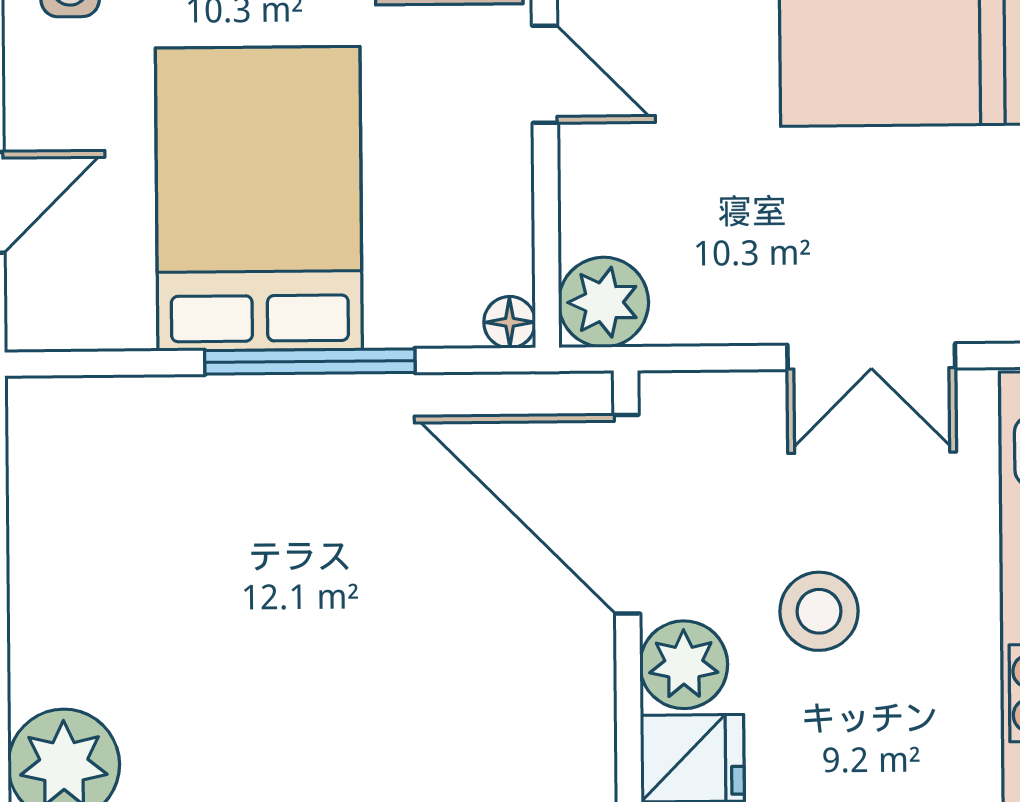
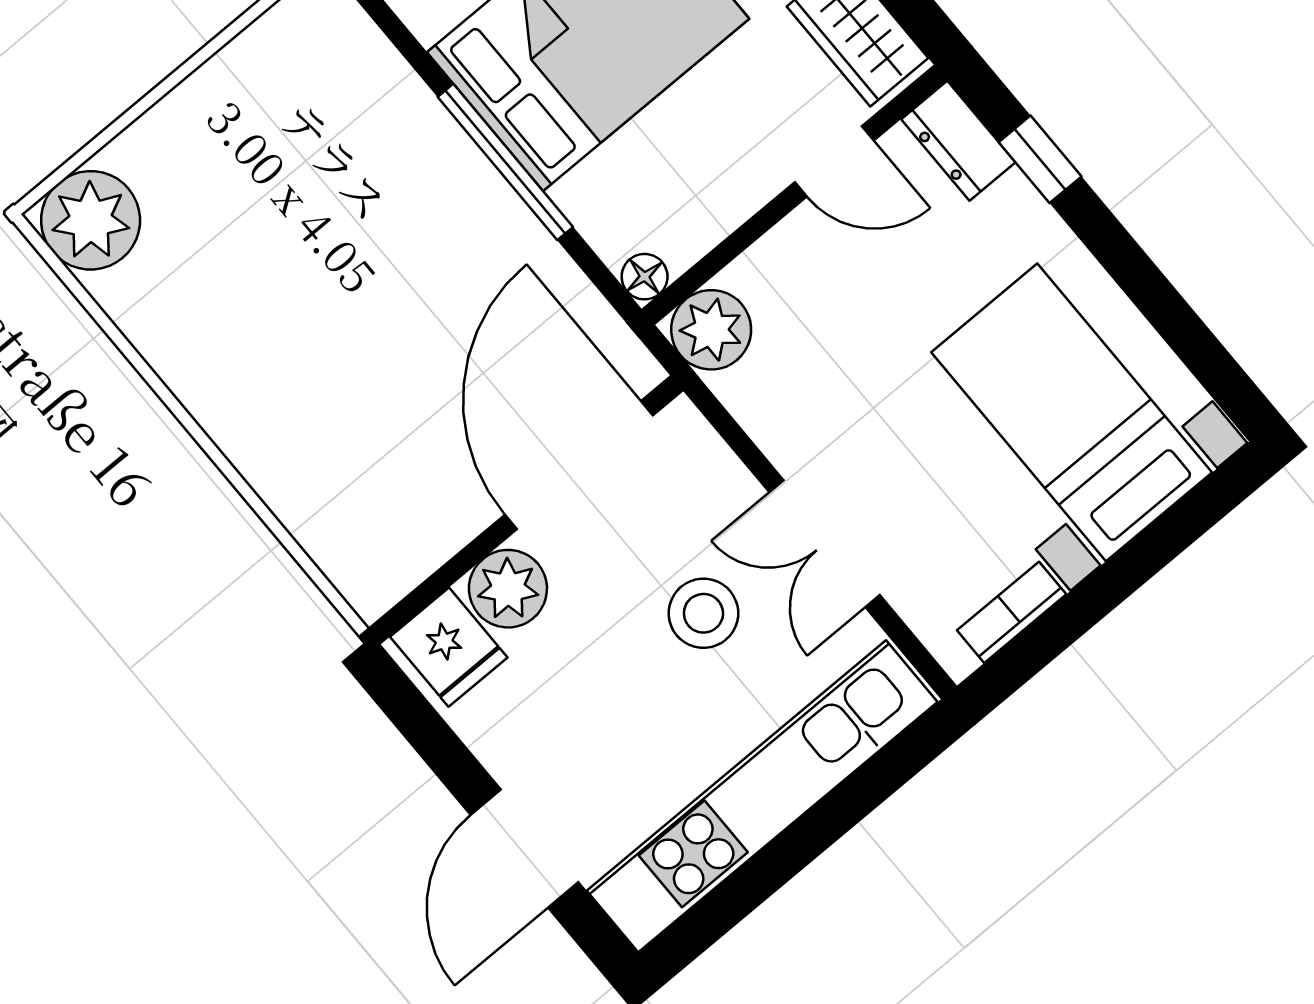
door: (545, 74) -> (834, 161), hinge flipped
stool: (819, 611) -> (703, 613), moved

